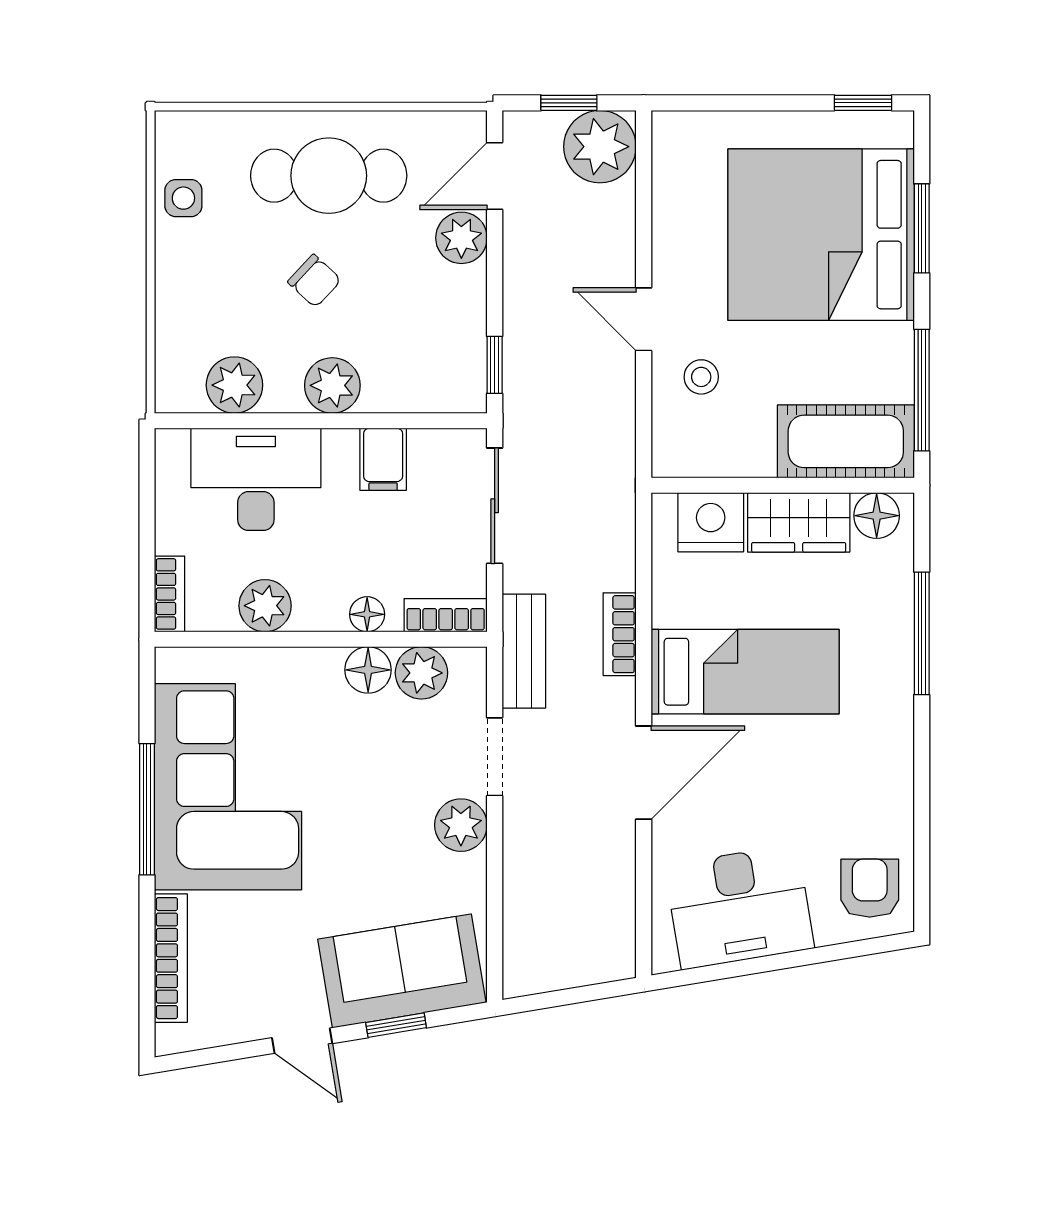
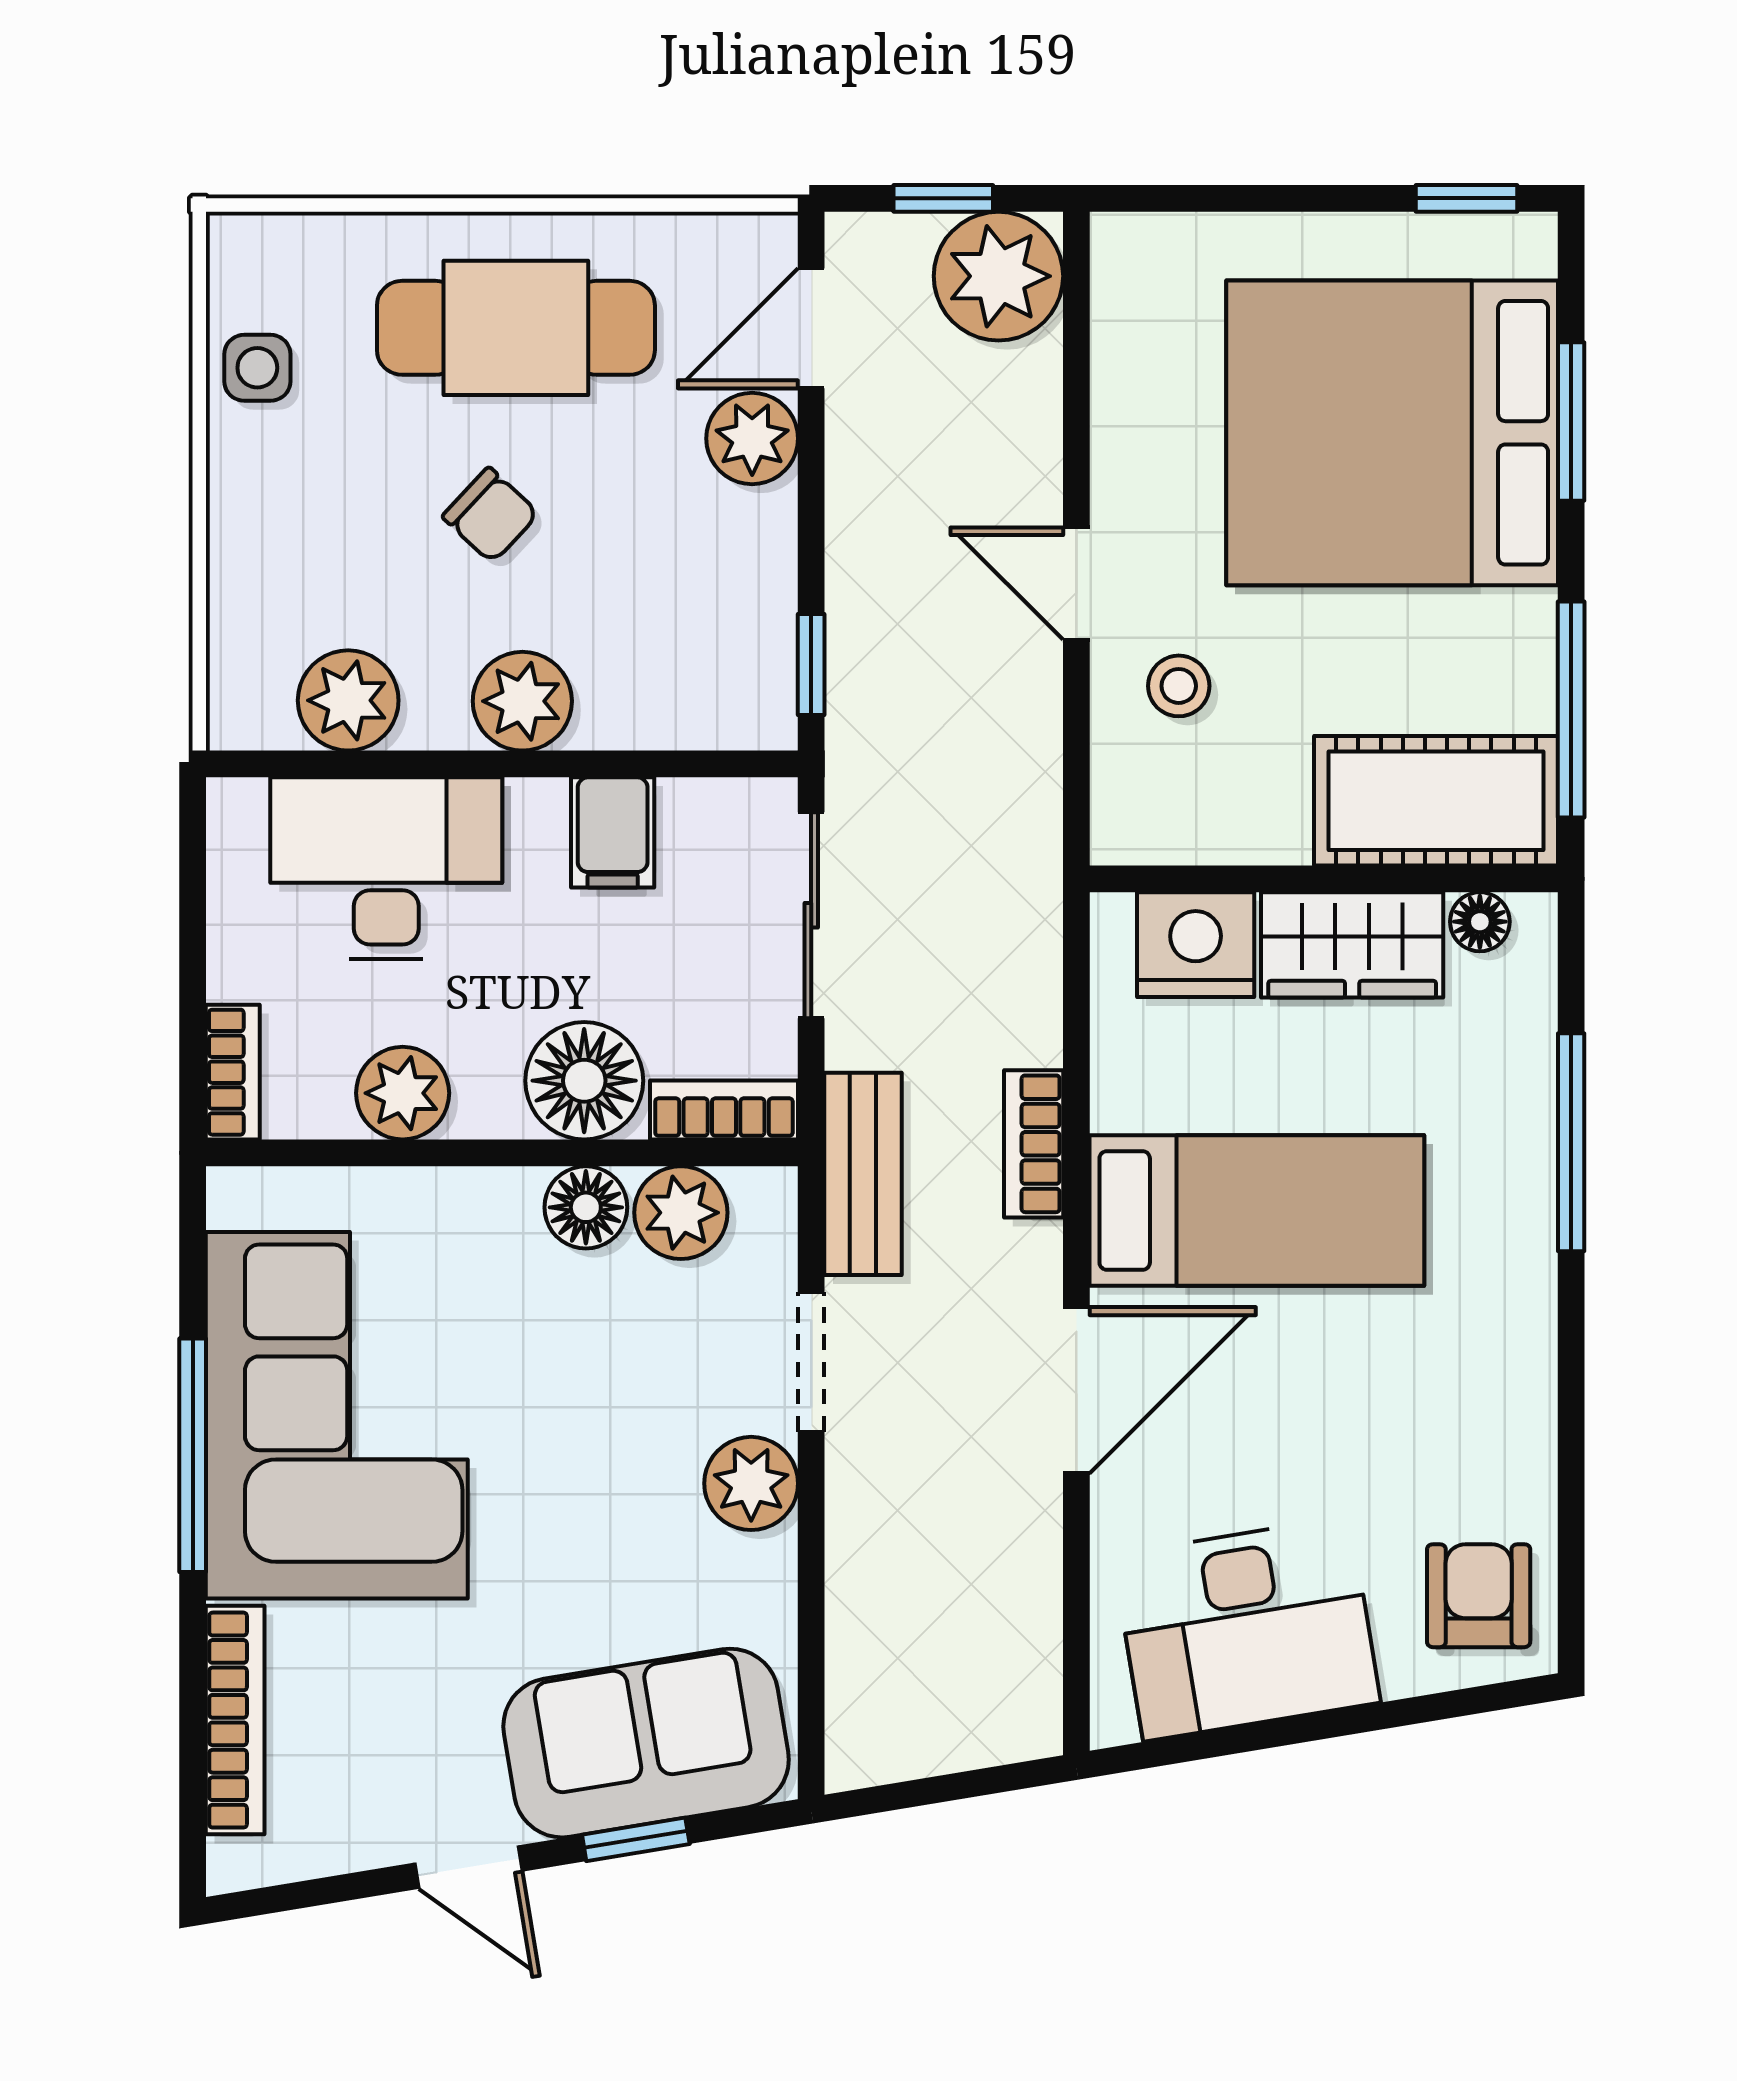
floor lamp: (877, 516) -> (1480, 922), width x0.73, depth x0.73
floor lamp: (367, 614) -> (584, 1081), width x1.89, depth x1.89

